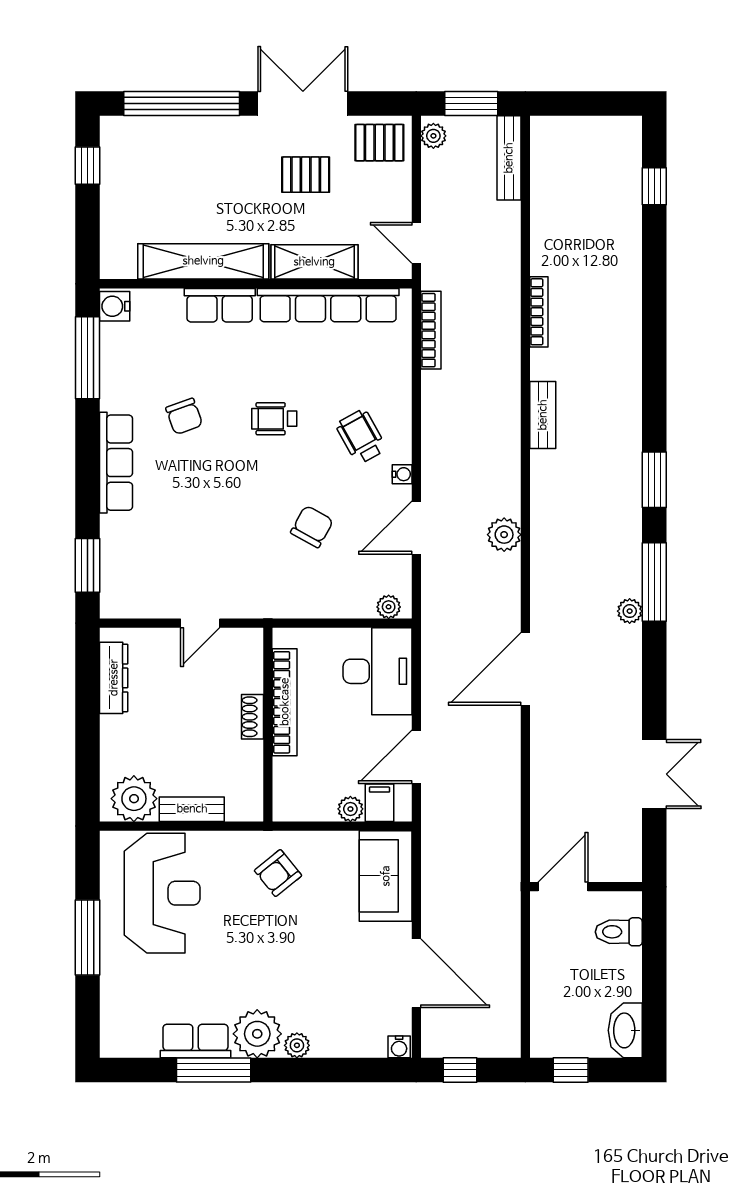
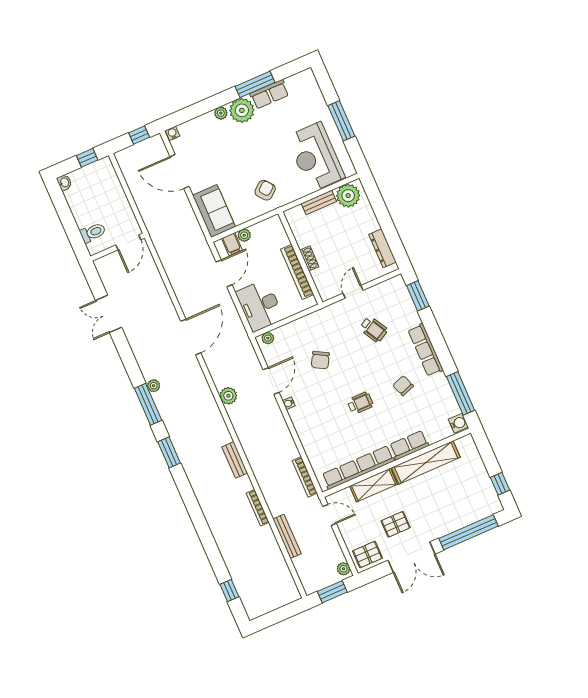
bench: (509, 158) -> (287, 536), moved
wheelchair: (361, 437) -> (374, 329), moved
washbasin: (625, 1030) -> (64, 182), width x0.52, depth x0.69

